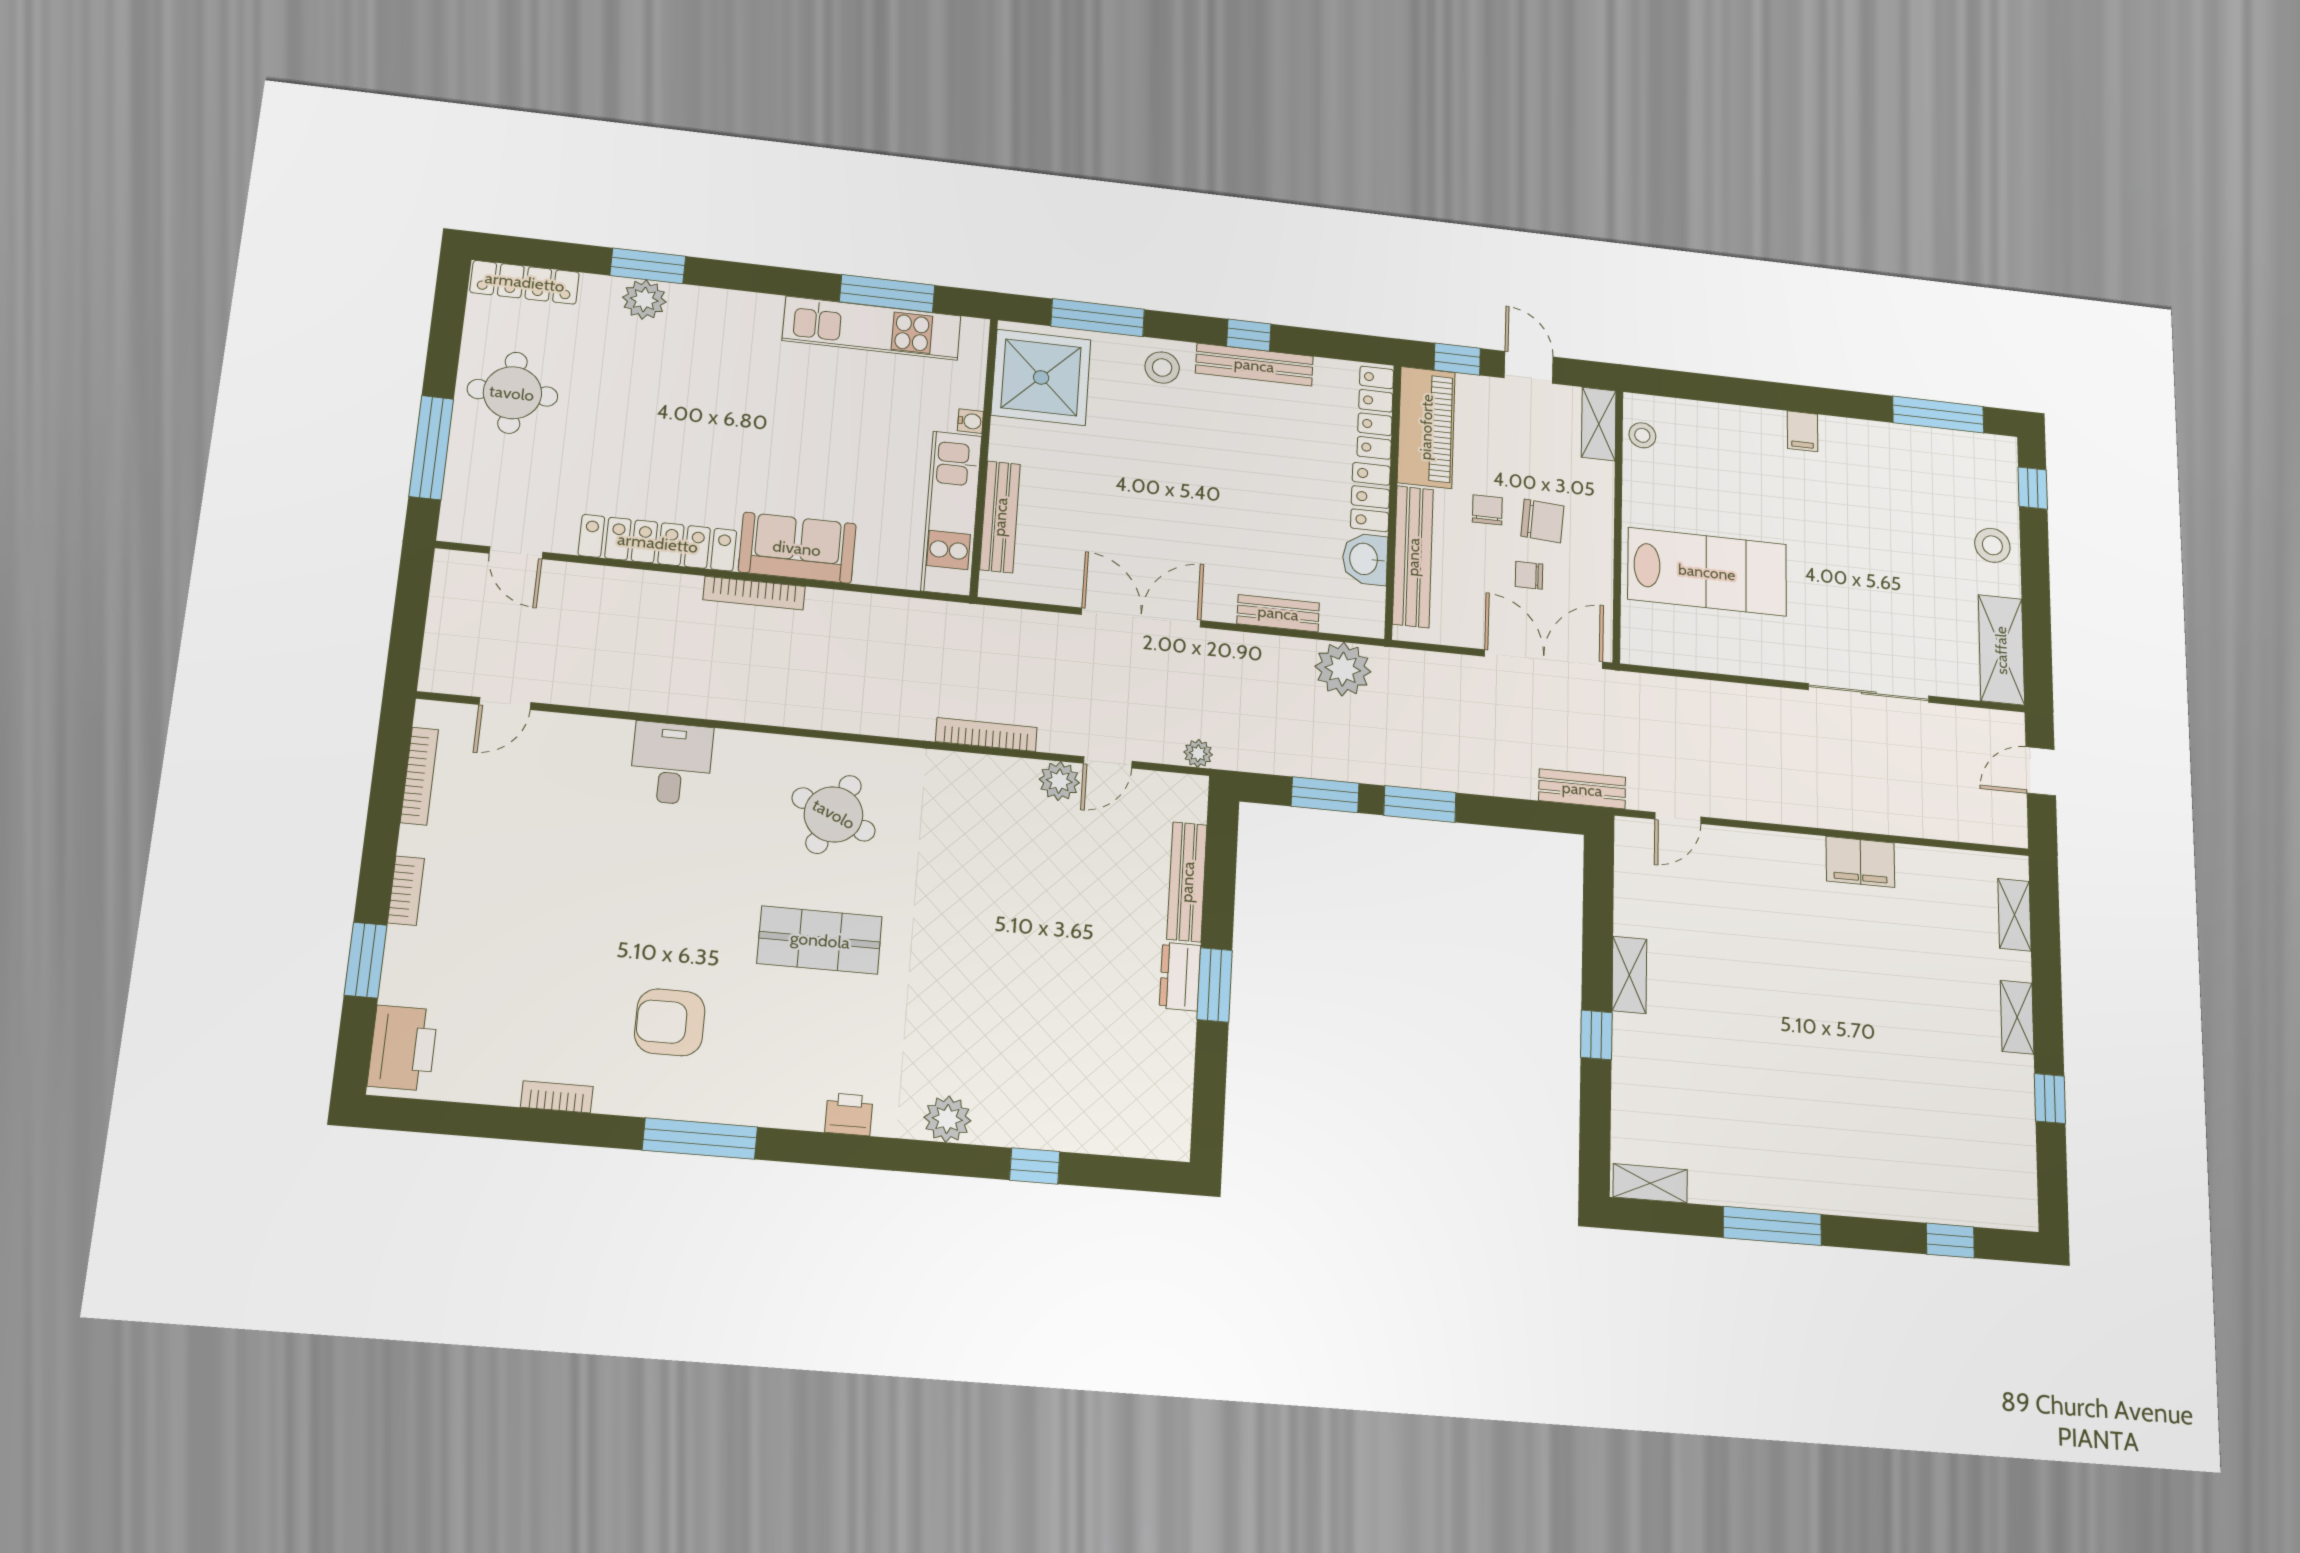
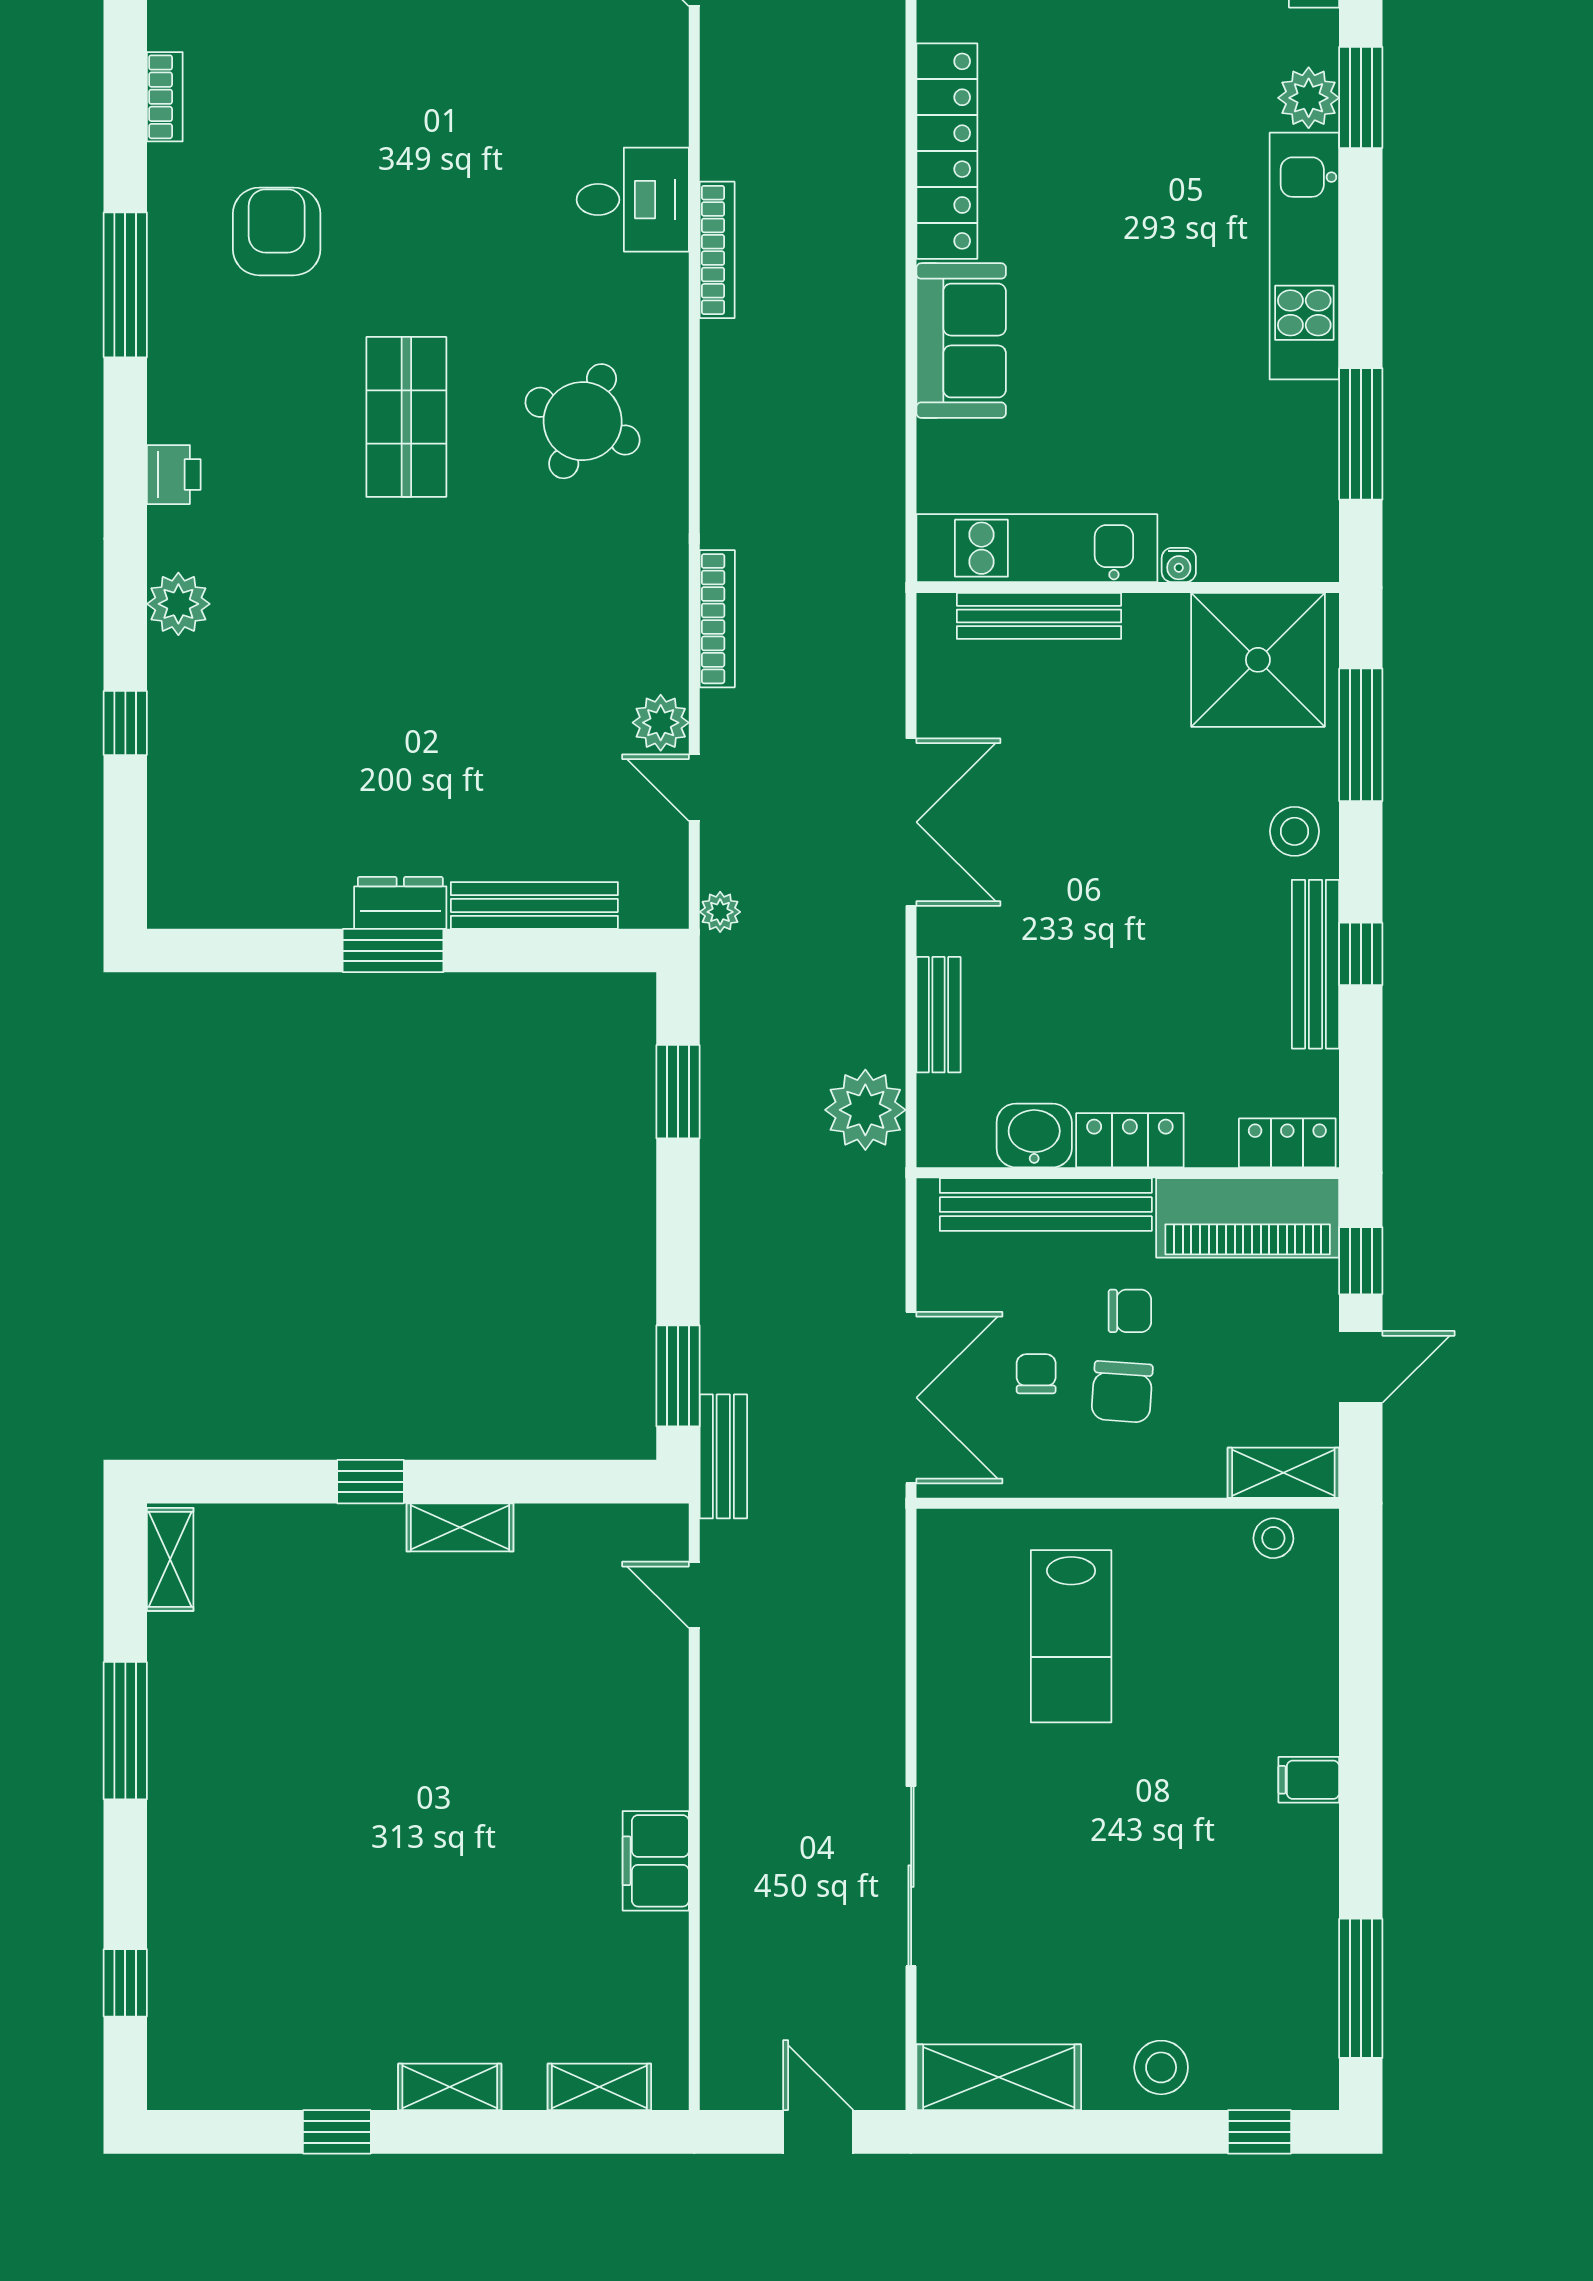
kitchen unit: (872, 328) -> (1304, 256), moved
locker: (1375, 413) -> (1287, 1143), width x0.66
lab bench: (1707, 572) -> (1071, 1636), width x0.73, depth x0.72
bookcase: (754, 593) -> (717, 250), moved, turned 180
window: (1420, 804) -> (678, 1376), moved

